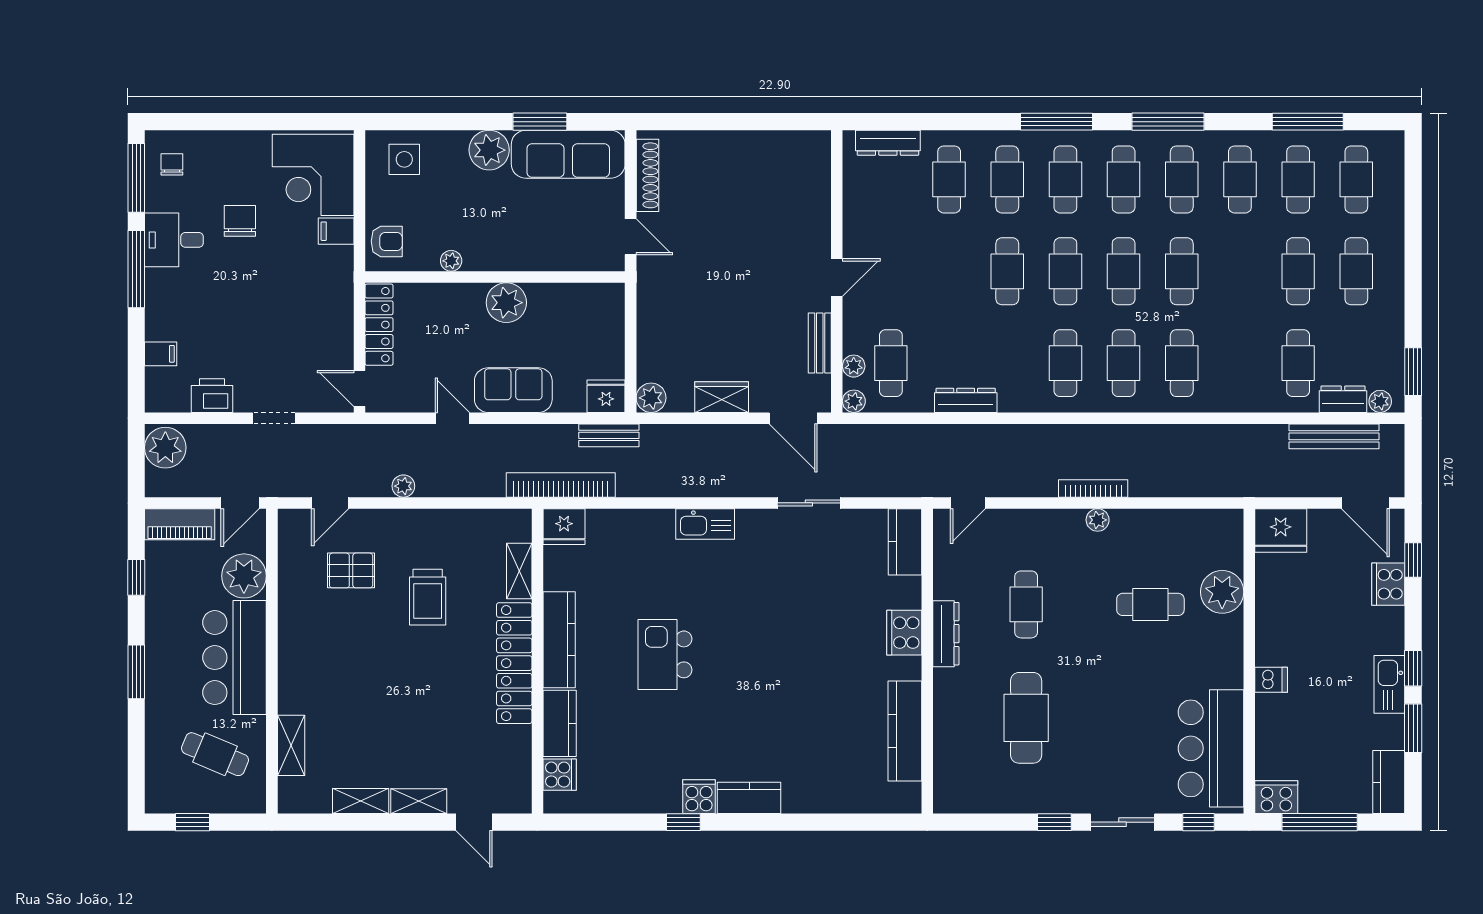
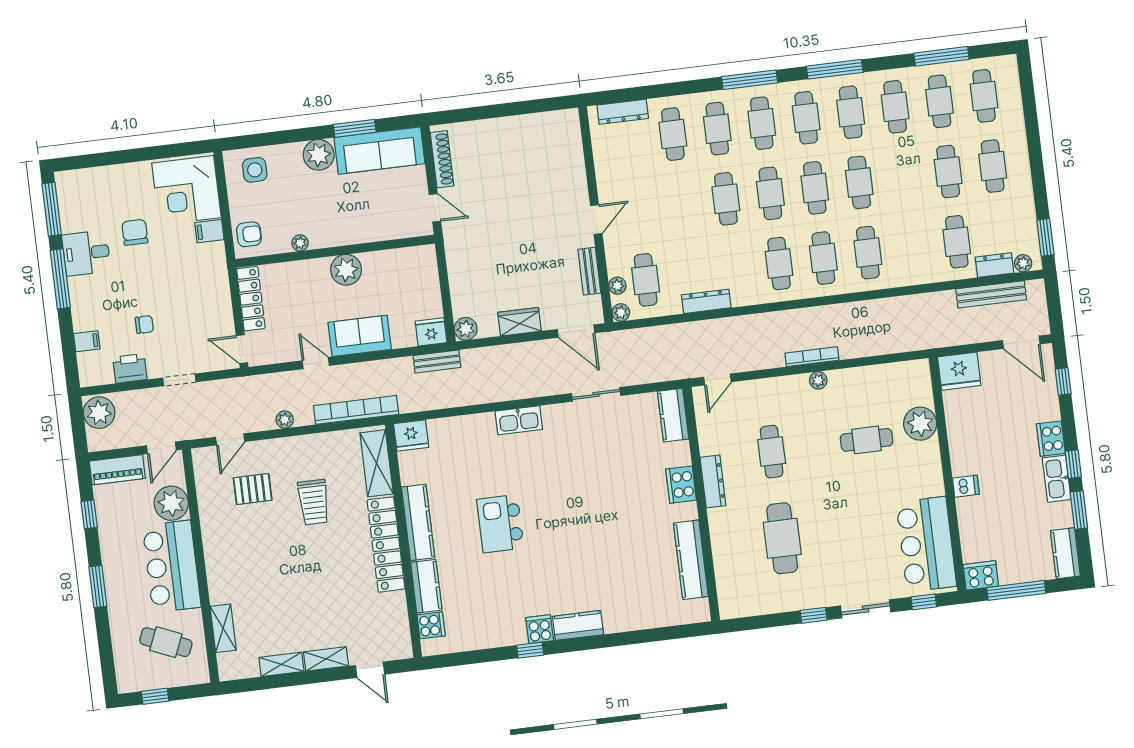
chair: (172, 164) -> (144, 325), moved, turned 90
bookcase: (561, 485) -> (356, 410), moved
shelving: (519, 571) -> (377, 463), width x1.50, depth x1.33
cooker: (1388, 584) -> (1051, 439), moved

